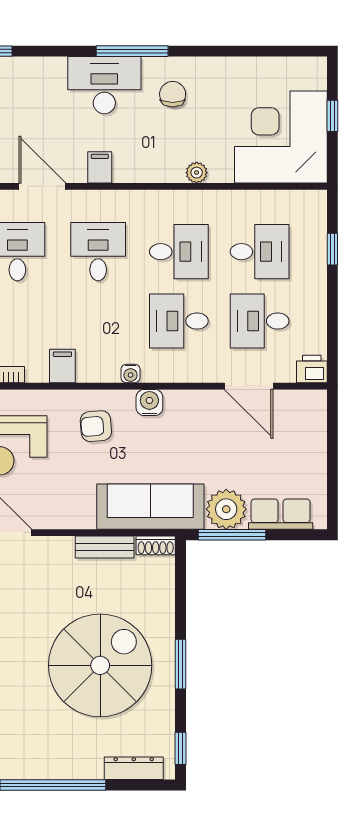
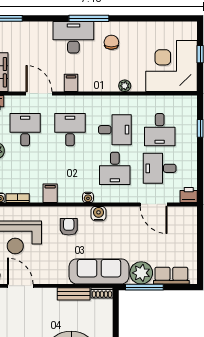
desk: (260, 252) -> (160, 130), turned 90
desk: (179, 321) -> (115, 168), turned -90
armchair: (96, 426) -> (69, 227), turned 95

